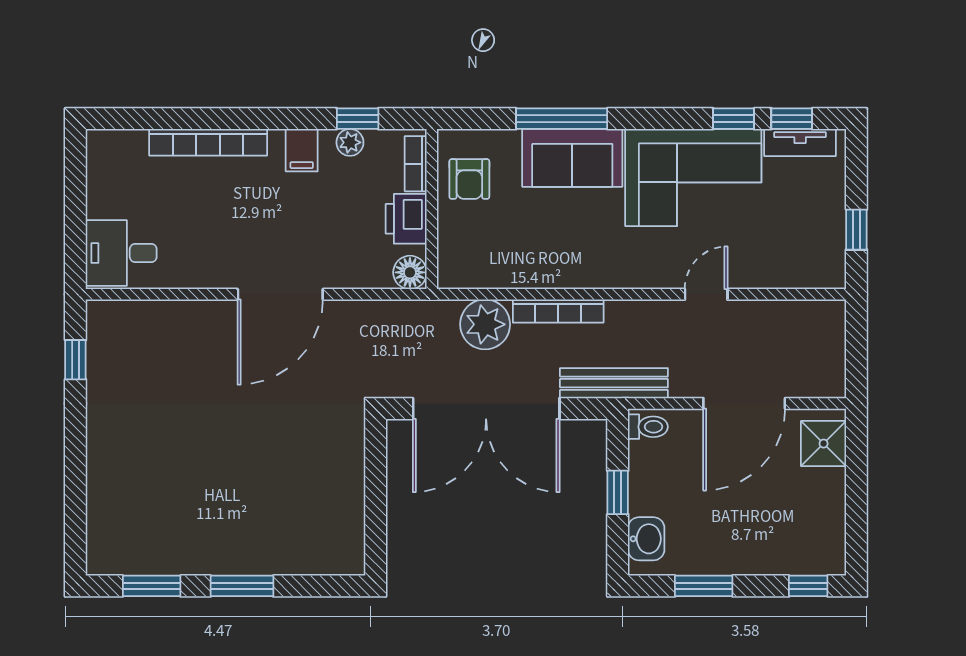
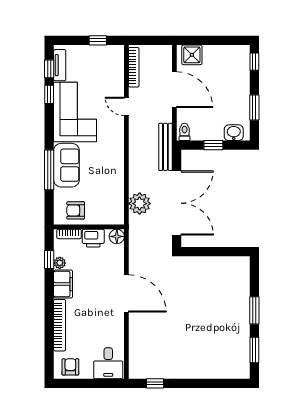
filing cabinet: (302, 150) -> (63, 284), width x2.00
armchair: (113, 167) -> (70, 367), added
armchair: (469, 179) -> (76, 210), turned 180
bookcase: (558, 311) -> (134, 67), moved

